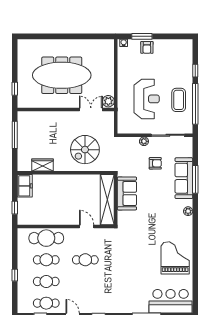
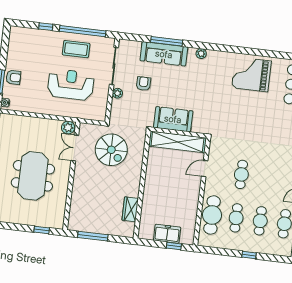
meeting table: (62, 75) -> (33, 176), width x0.73
spiral stairs: (85, 150) -> (111, 150), moved
freezer: (25, 186) -> (167, 234), moved

